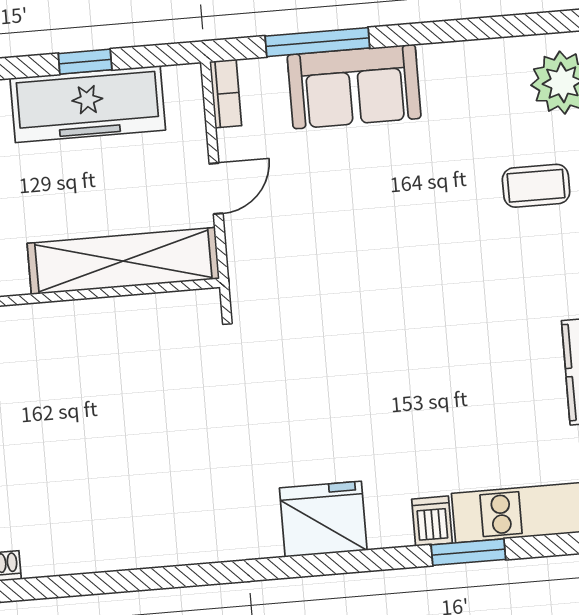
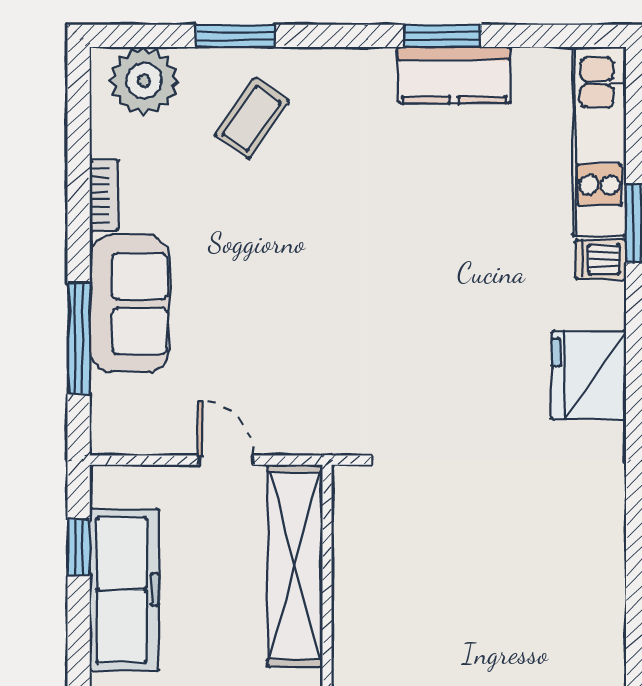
window: (85, 62) -> (79, 547), moved
bookcase: (226, 94) -> (104, 195), moved, turned 90
coffee table: (536, 186) -> (252, 118), turned 35

